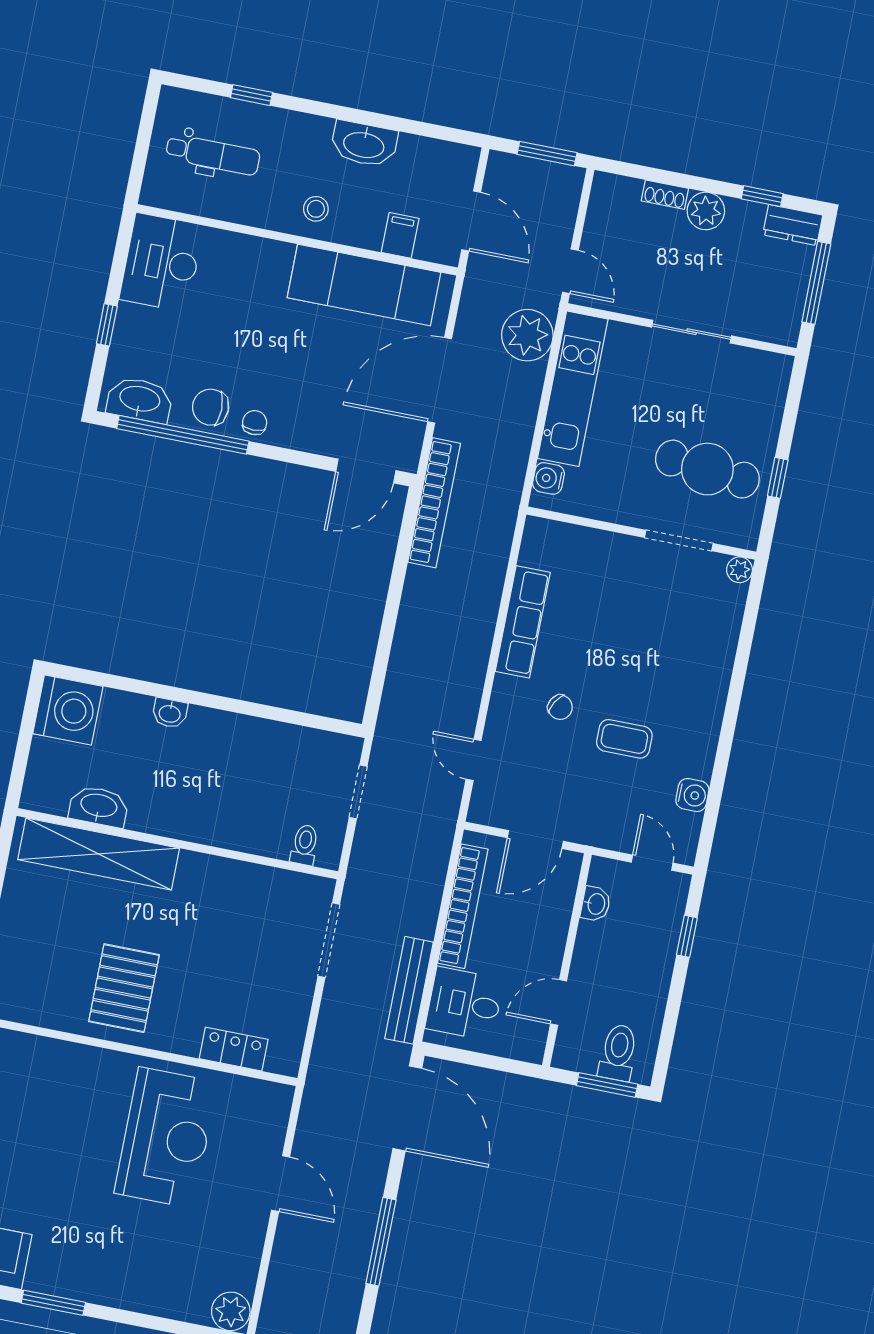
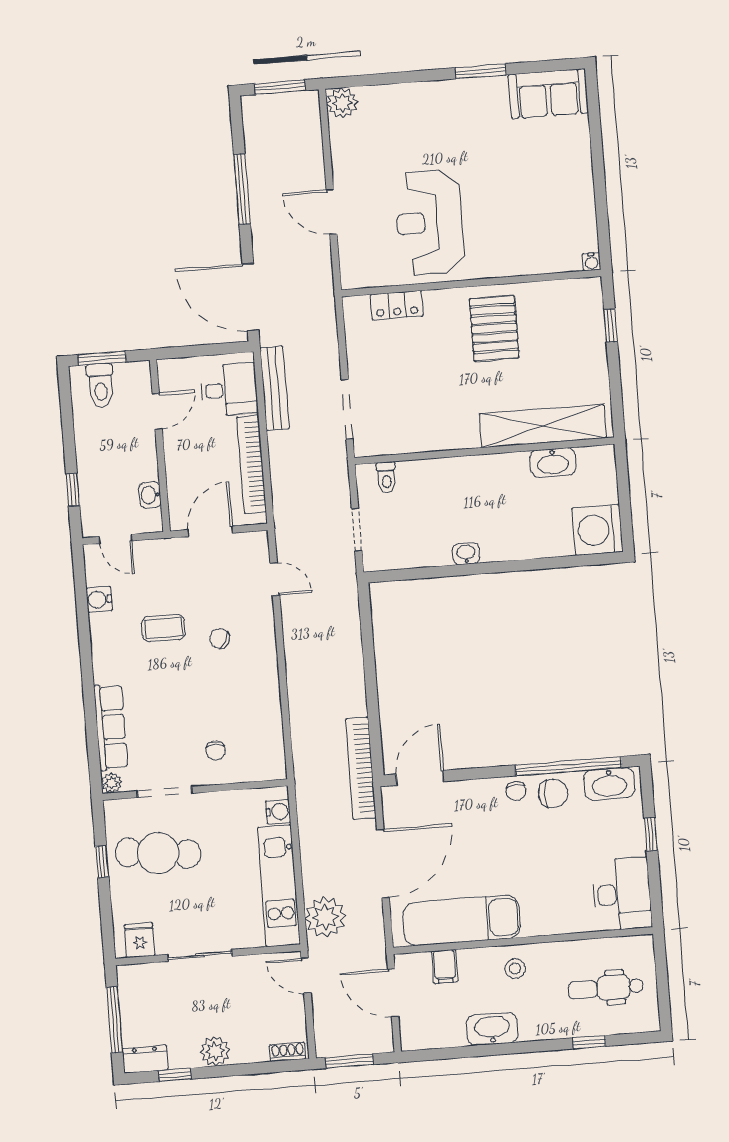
shoe rack: (665, 195) -> (288, 1052), moved
fridge: (759, 370) -> (140, 940), added
chair: (603, 573) -> (216, 751), added
row of seats: (523, 622) -> (111, 727), moved, turned 180
washbasin: (170, 713) -> (466, 554), moved

